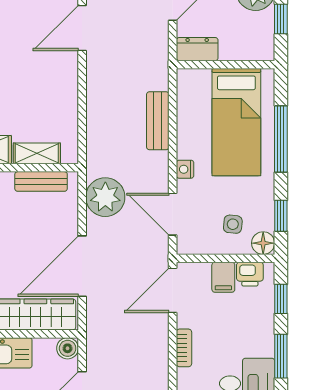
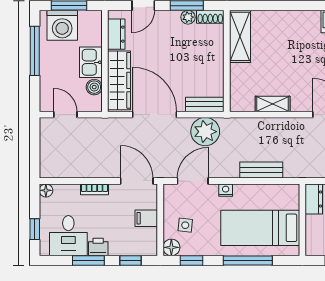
shelving: (37, 153) -> (273, 104), moved, turned 90
bench: (41, 181) -> (205, 104), moved, turned 90
printer: (250, 274) -> (98, 247), moved, turned 90
boiler: (68, 348) -> (94, 87), moved

